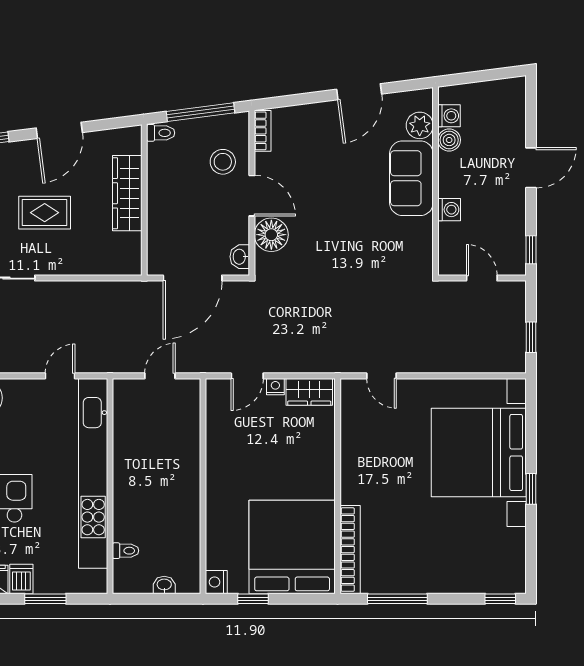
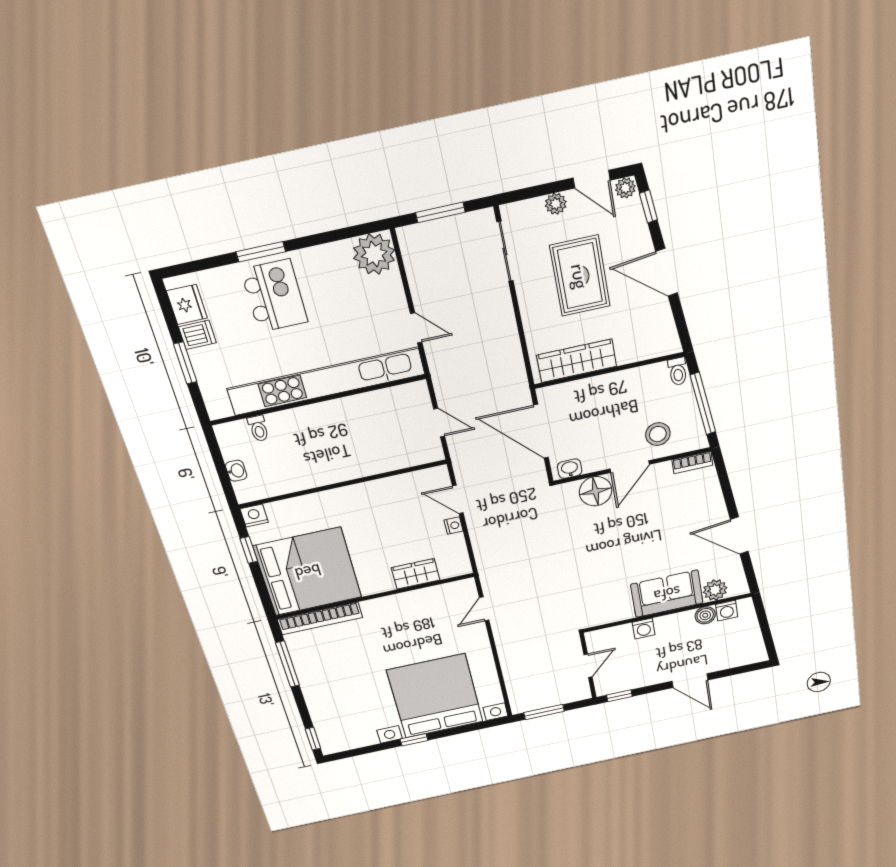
wardrobe: (127, 193) -> (577, 361), moved
rug: (45, 213) -> (580, 276), width x1.36, depth x1.43
window: (531, 337) -> (544, 712), width x1.50
wardrobe: (309, 392) -> (416, 574), moved, turned 90

